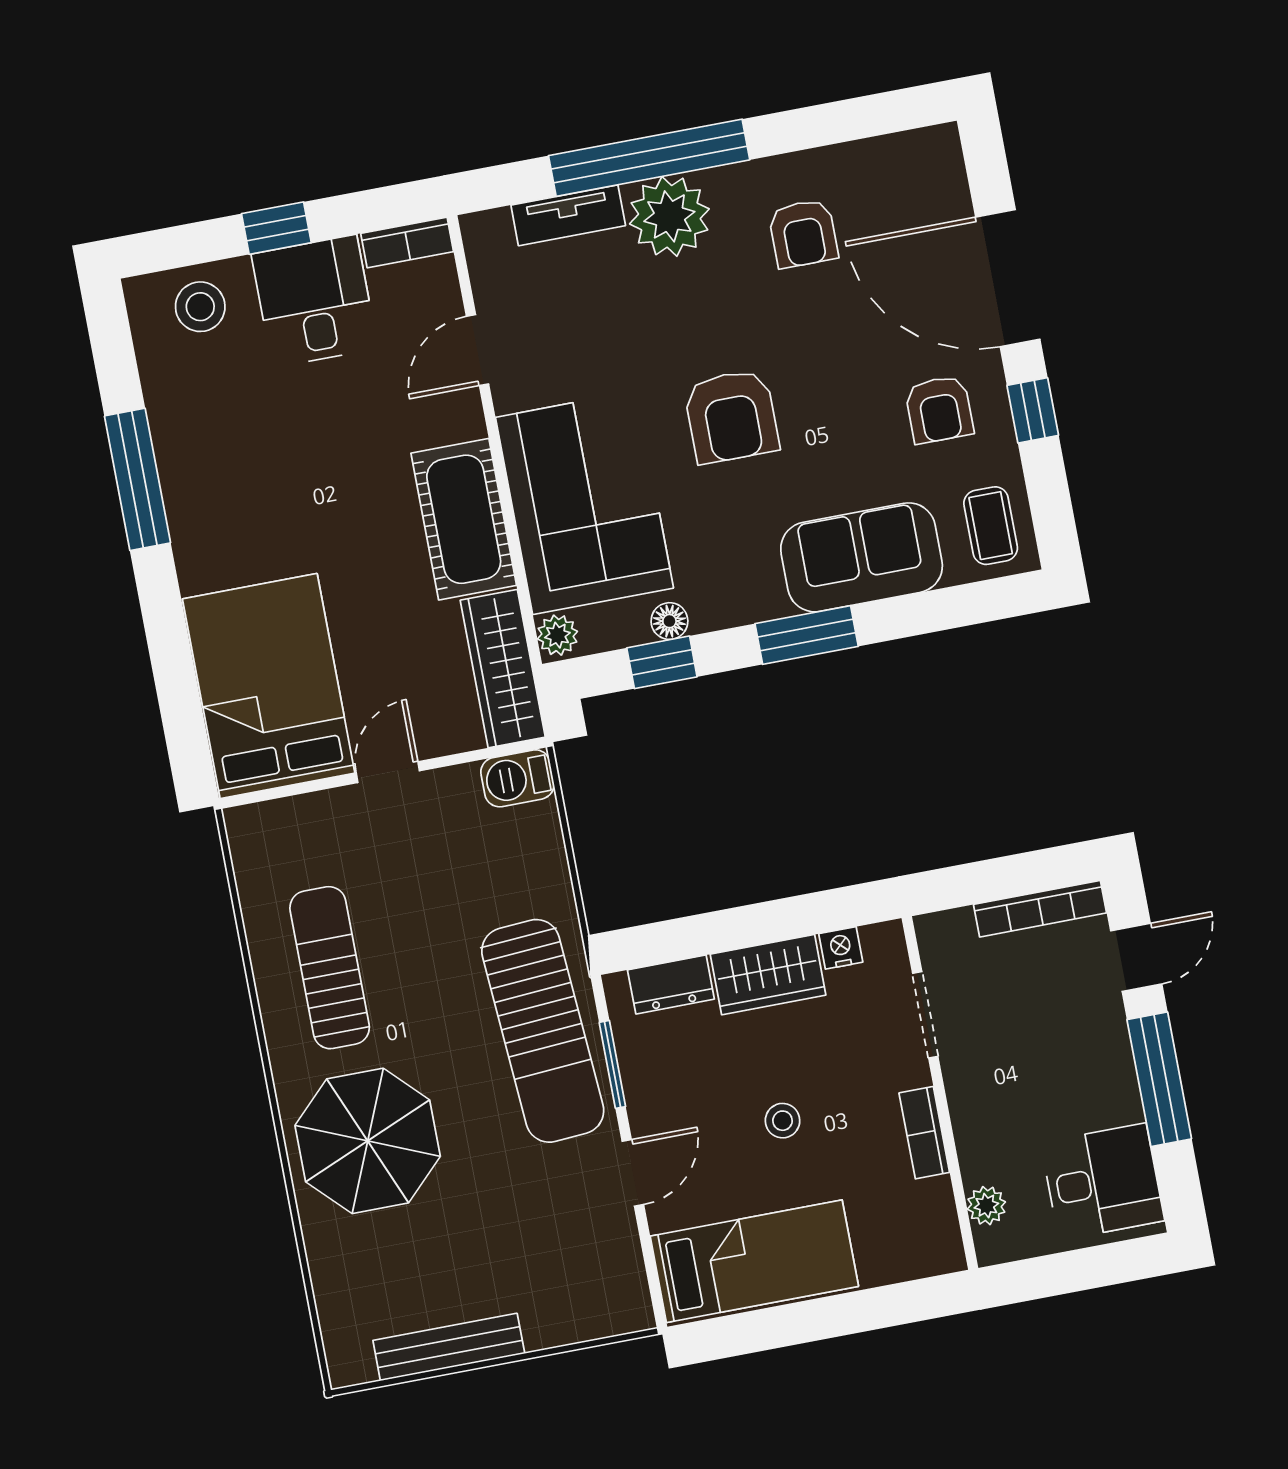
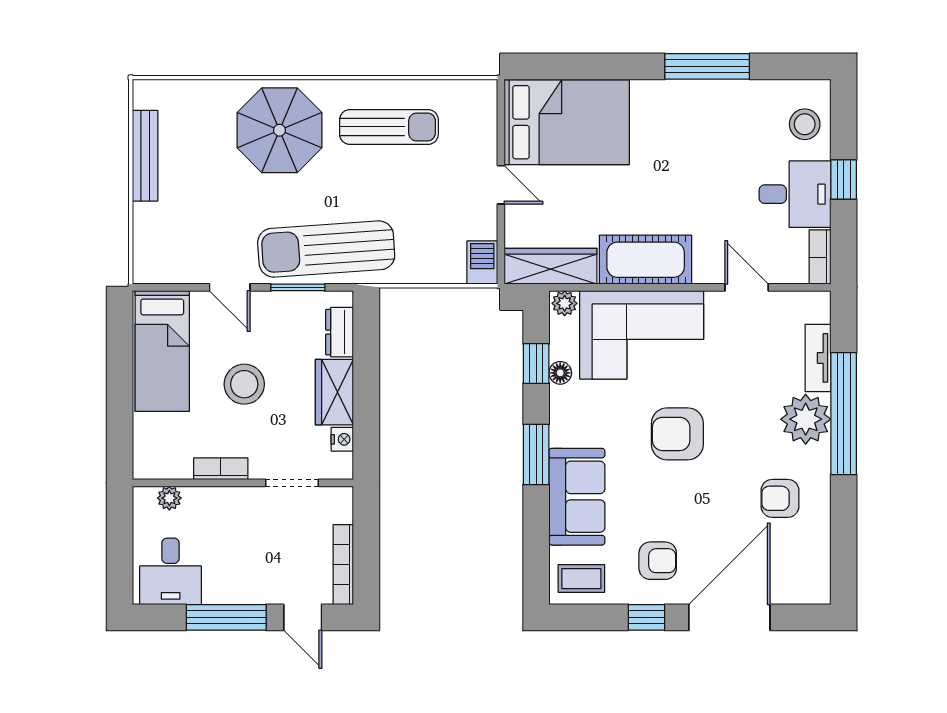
armchair: (939, 409) -> (658, 561), turned 180
stool: (783, 1121) -> (244, 384), width x1.89, depth x1.89

